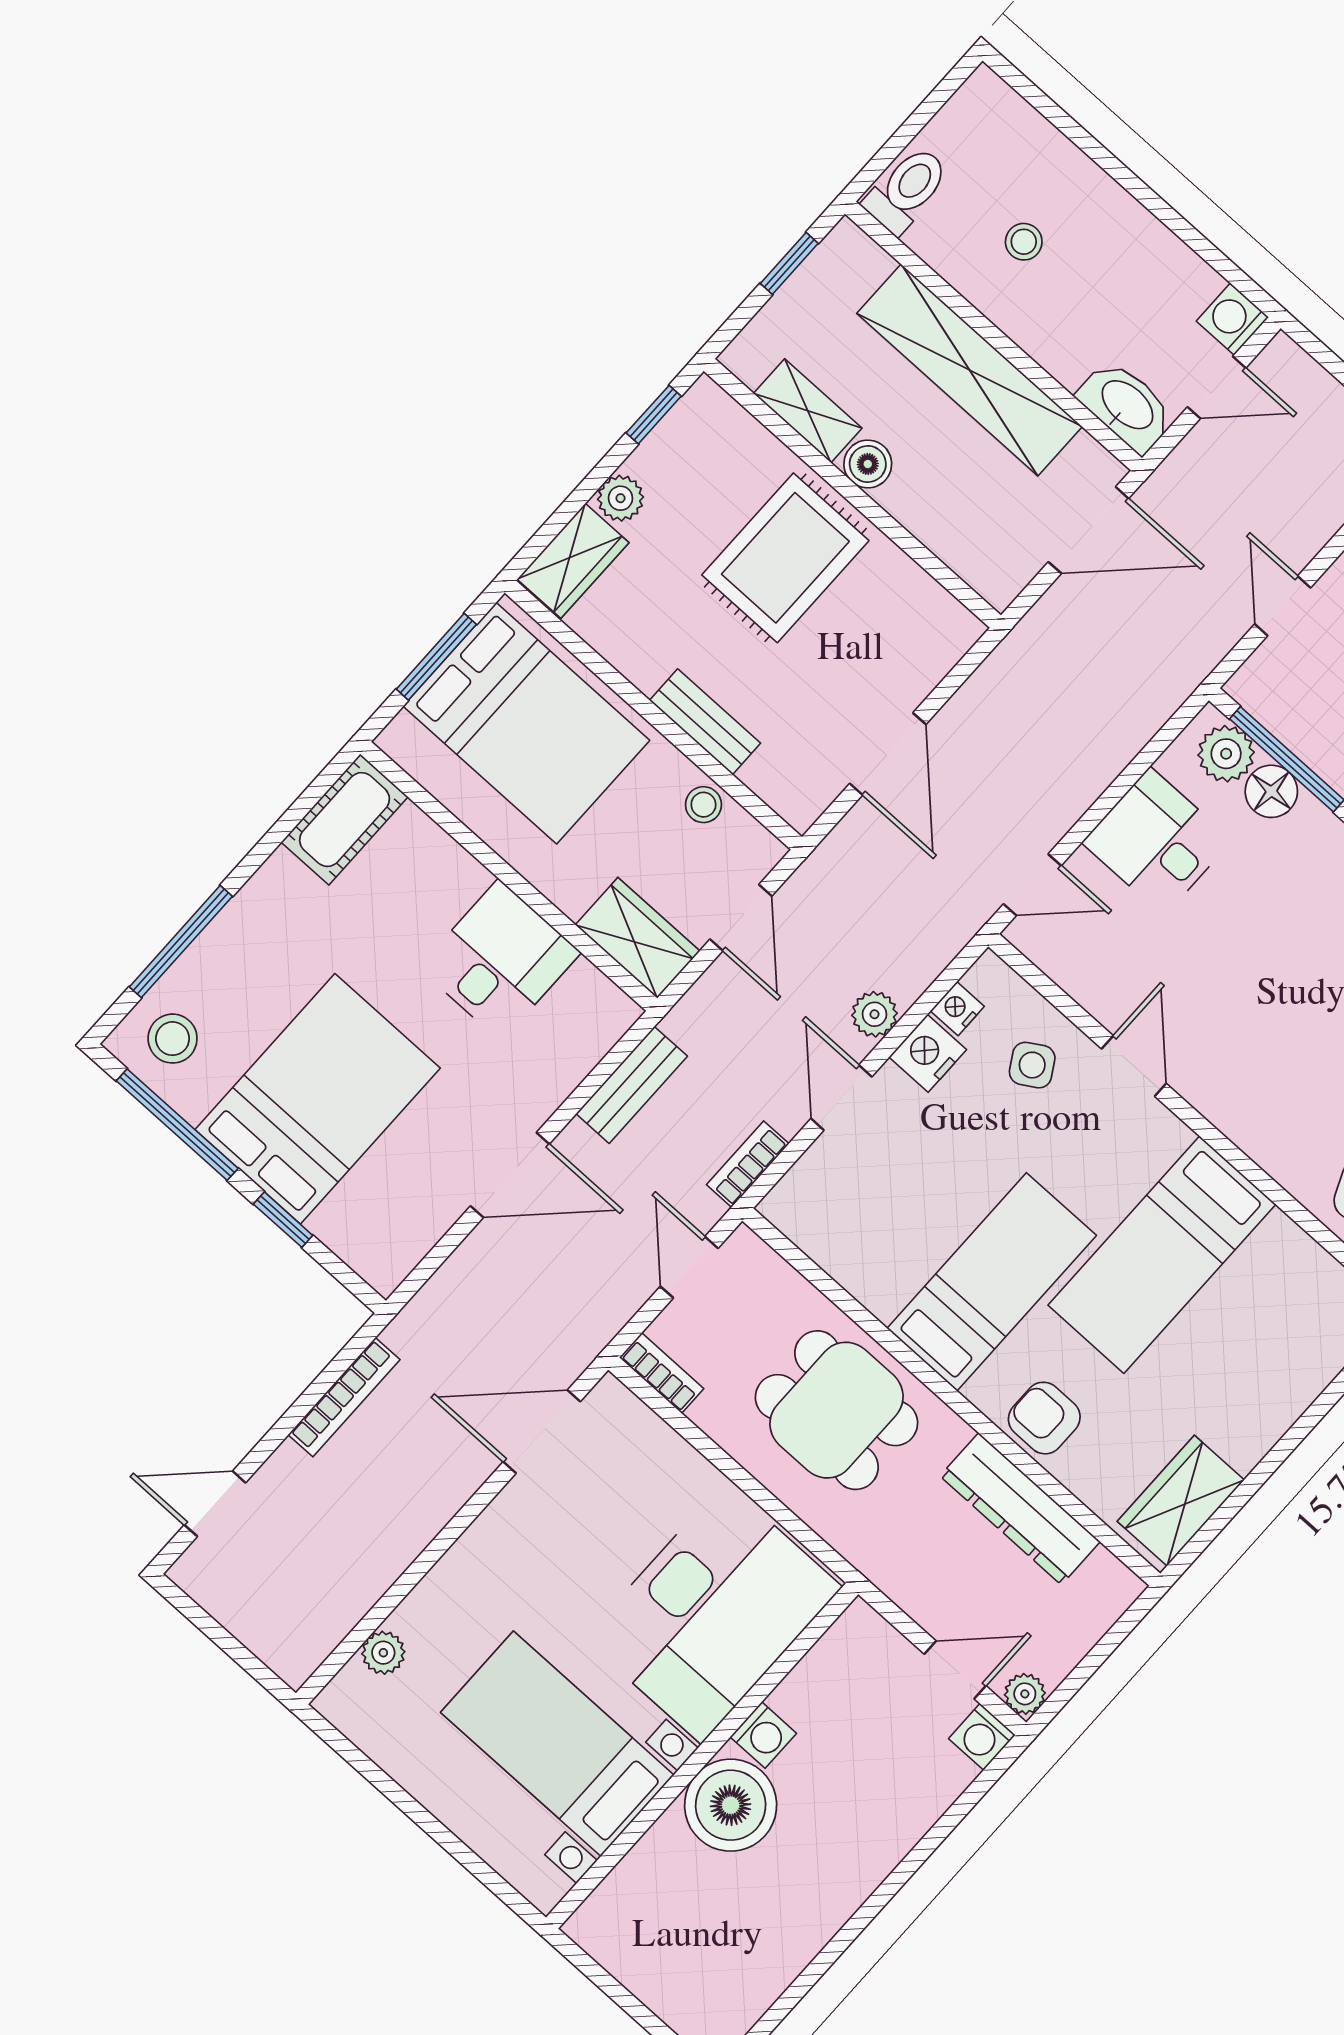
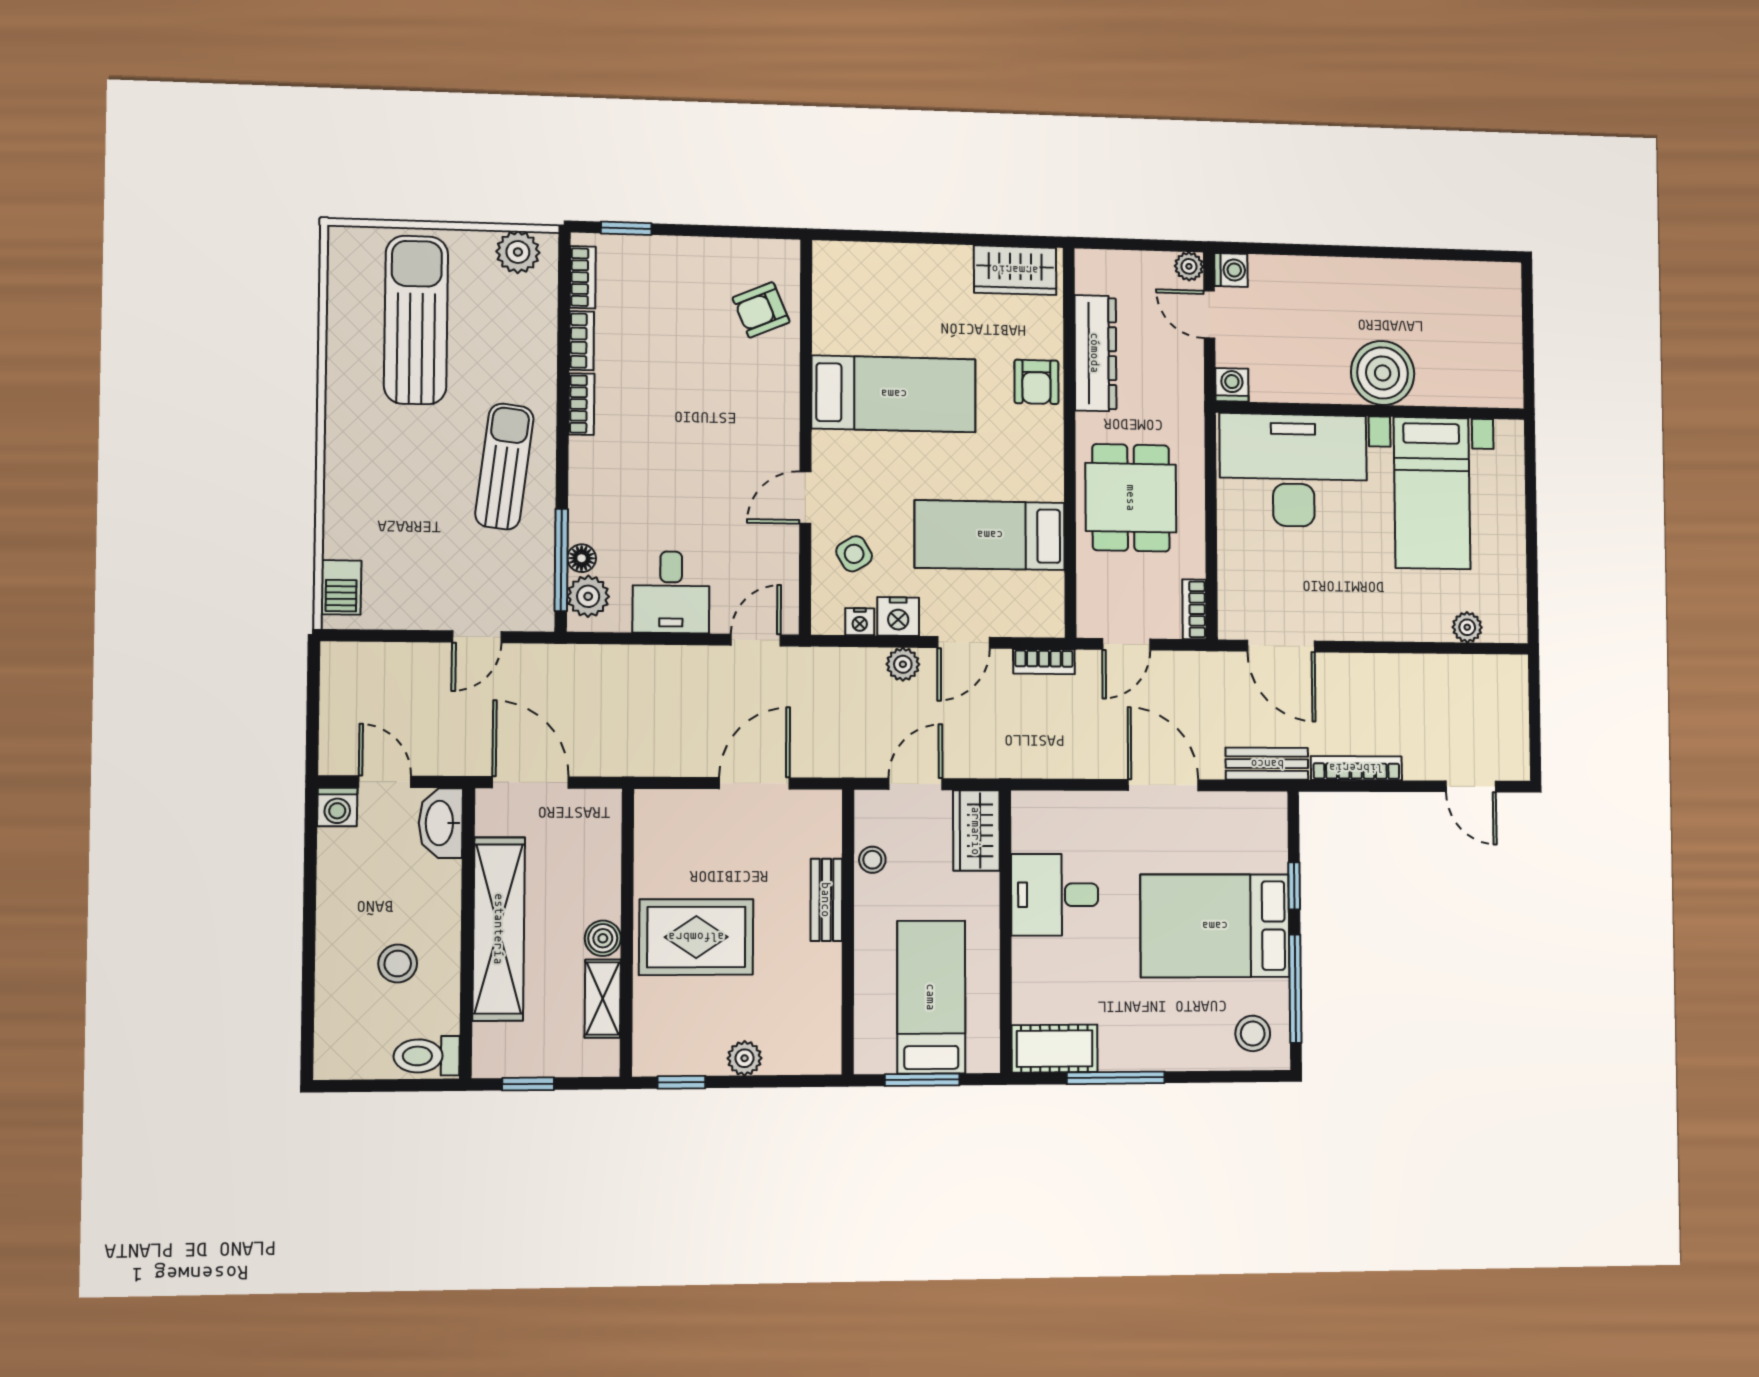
stool: (1024, 242) -> (398, 964), width x1.37, depth x1.37
wardrobe: (573, 561) -> (803, 1053), removed
bed: (526, 723) -> (931, 997), width x0.67
floor lamp: (1271, 791) -> (582, 558), width x0.73, depth x0.73
door: (1032, 885) -> (756, 640), hinge flipped
window: (181, 942) -> (1116, 1078), moved
bench: (632, 1085) -> (1267, 764), moved
bed: (992, 1282) -> (990, 535), moved
washing machine: (763, 1735) -> (1232, 385), moved

